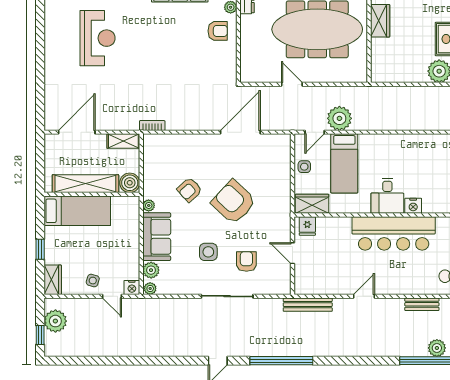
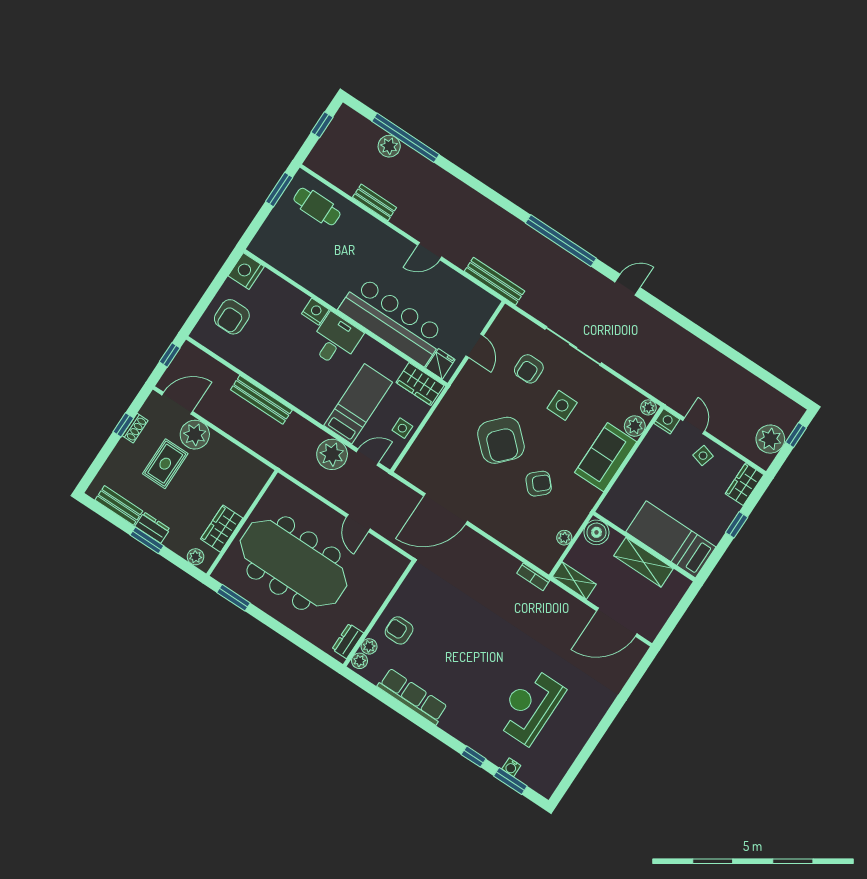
bench: (410, 124) -> (261, 400), added
shelving: (85, 184) -> (643, 562), width x0.68
plant: (149, 205) -> (564, 538), moved
bar counter: (394, 233) -> (392, 321), moved

